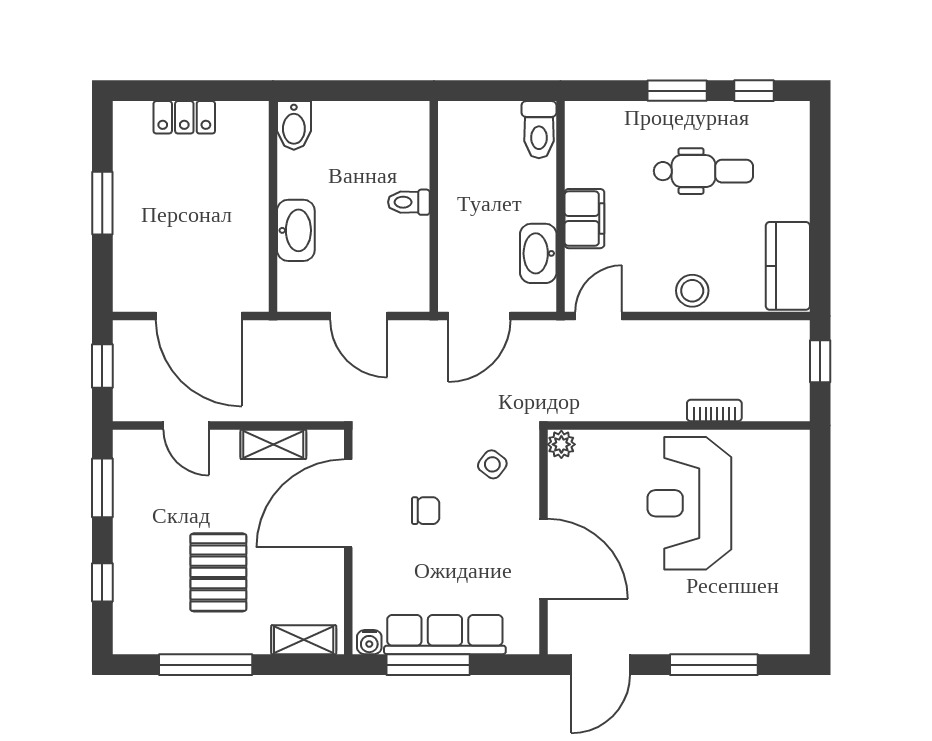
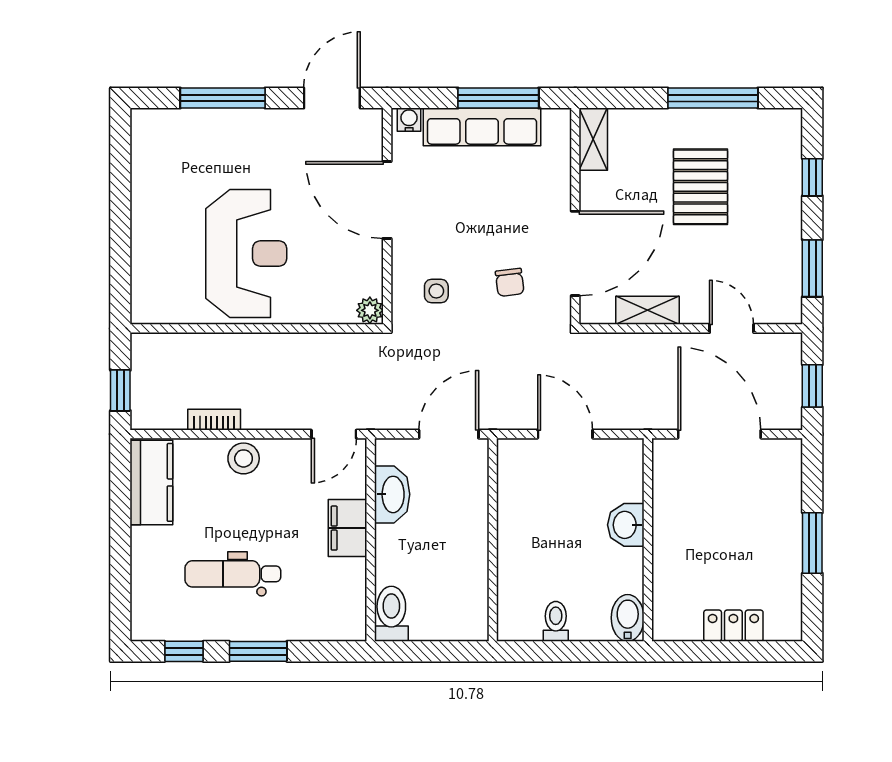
toilet: (409, 202) -> (556, 621), moved, turned -90
washbasin: (296, 230) -> (626, 525), width x0.72
bookcase: (714, 411) -> (214, 420), moved, turned 180
side table: (492, 464) -> (436, 291), turned -37
chair: (426, 511) -> (510, 282), moved, turned -97
shelving: (304, 640) -> (593, 139), moved, turned 90
water cooler: (369, 642) -> (409, 120), moved

